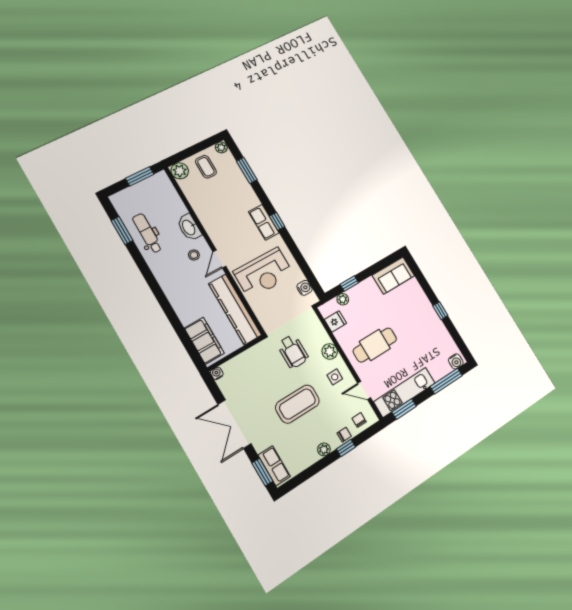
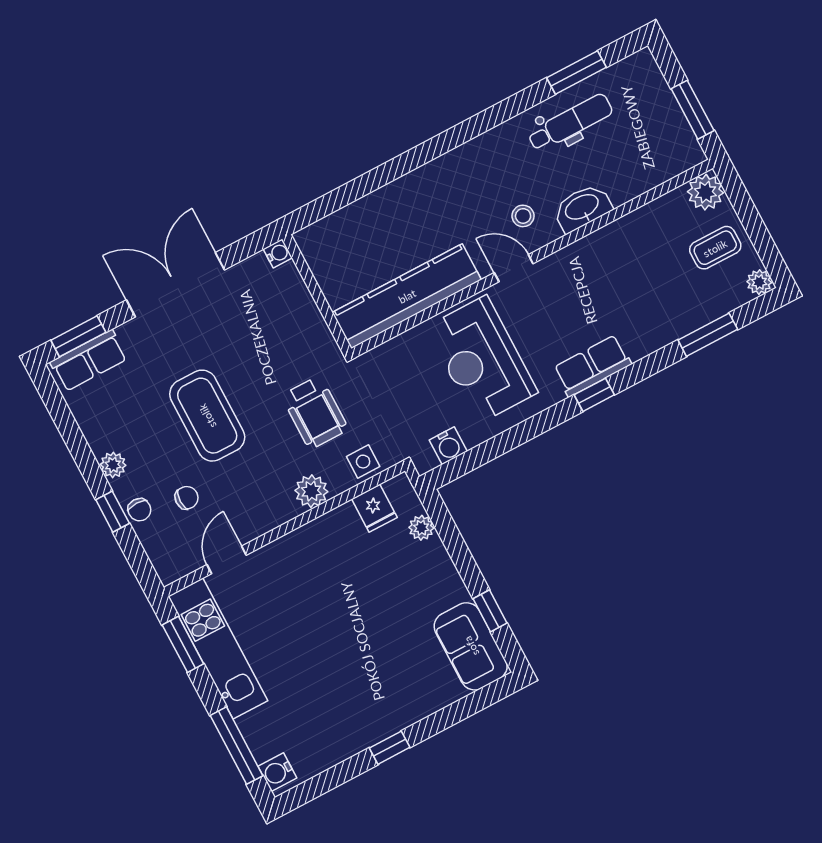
window: (349, 283) -> (490, 611), moved
filing cabinet: (204, 341) -> (345, 231), removed
cafe table: (375, 345) -> (321, 591), removed
wheelchair: (293, 351) -> (315, 412), turned -90
side table: (335, 377) -> (363, 462), moved
chair: (359, 420) -> (187, 498), moved

